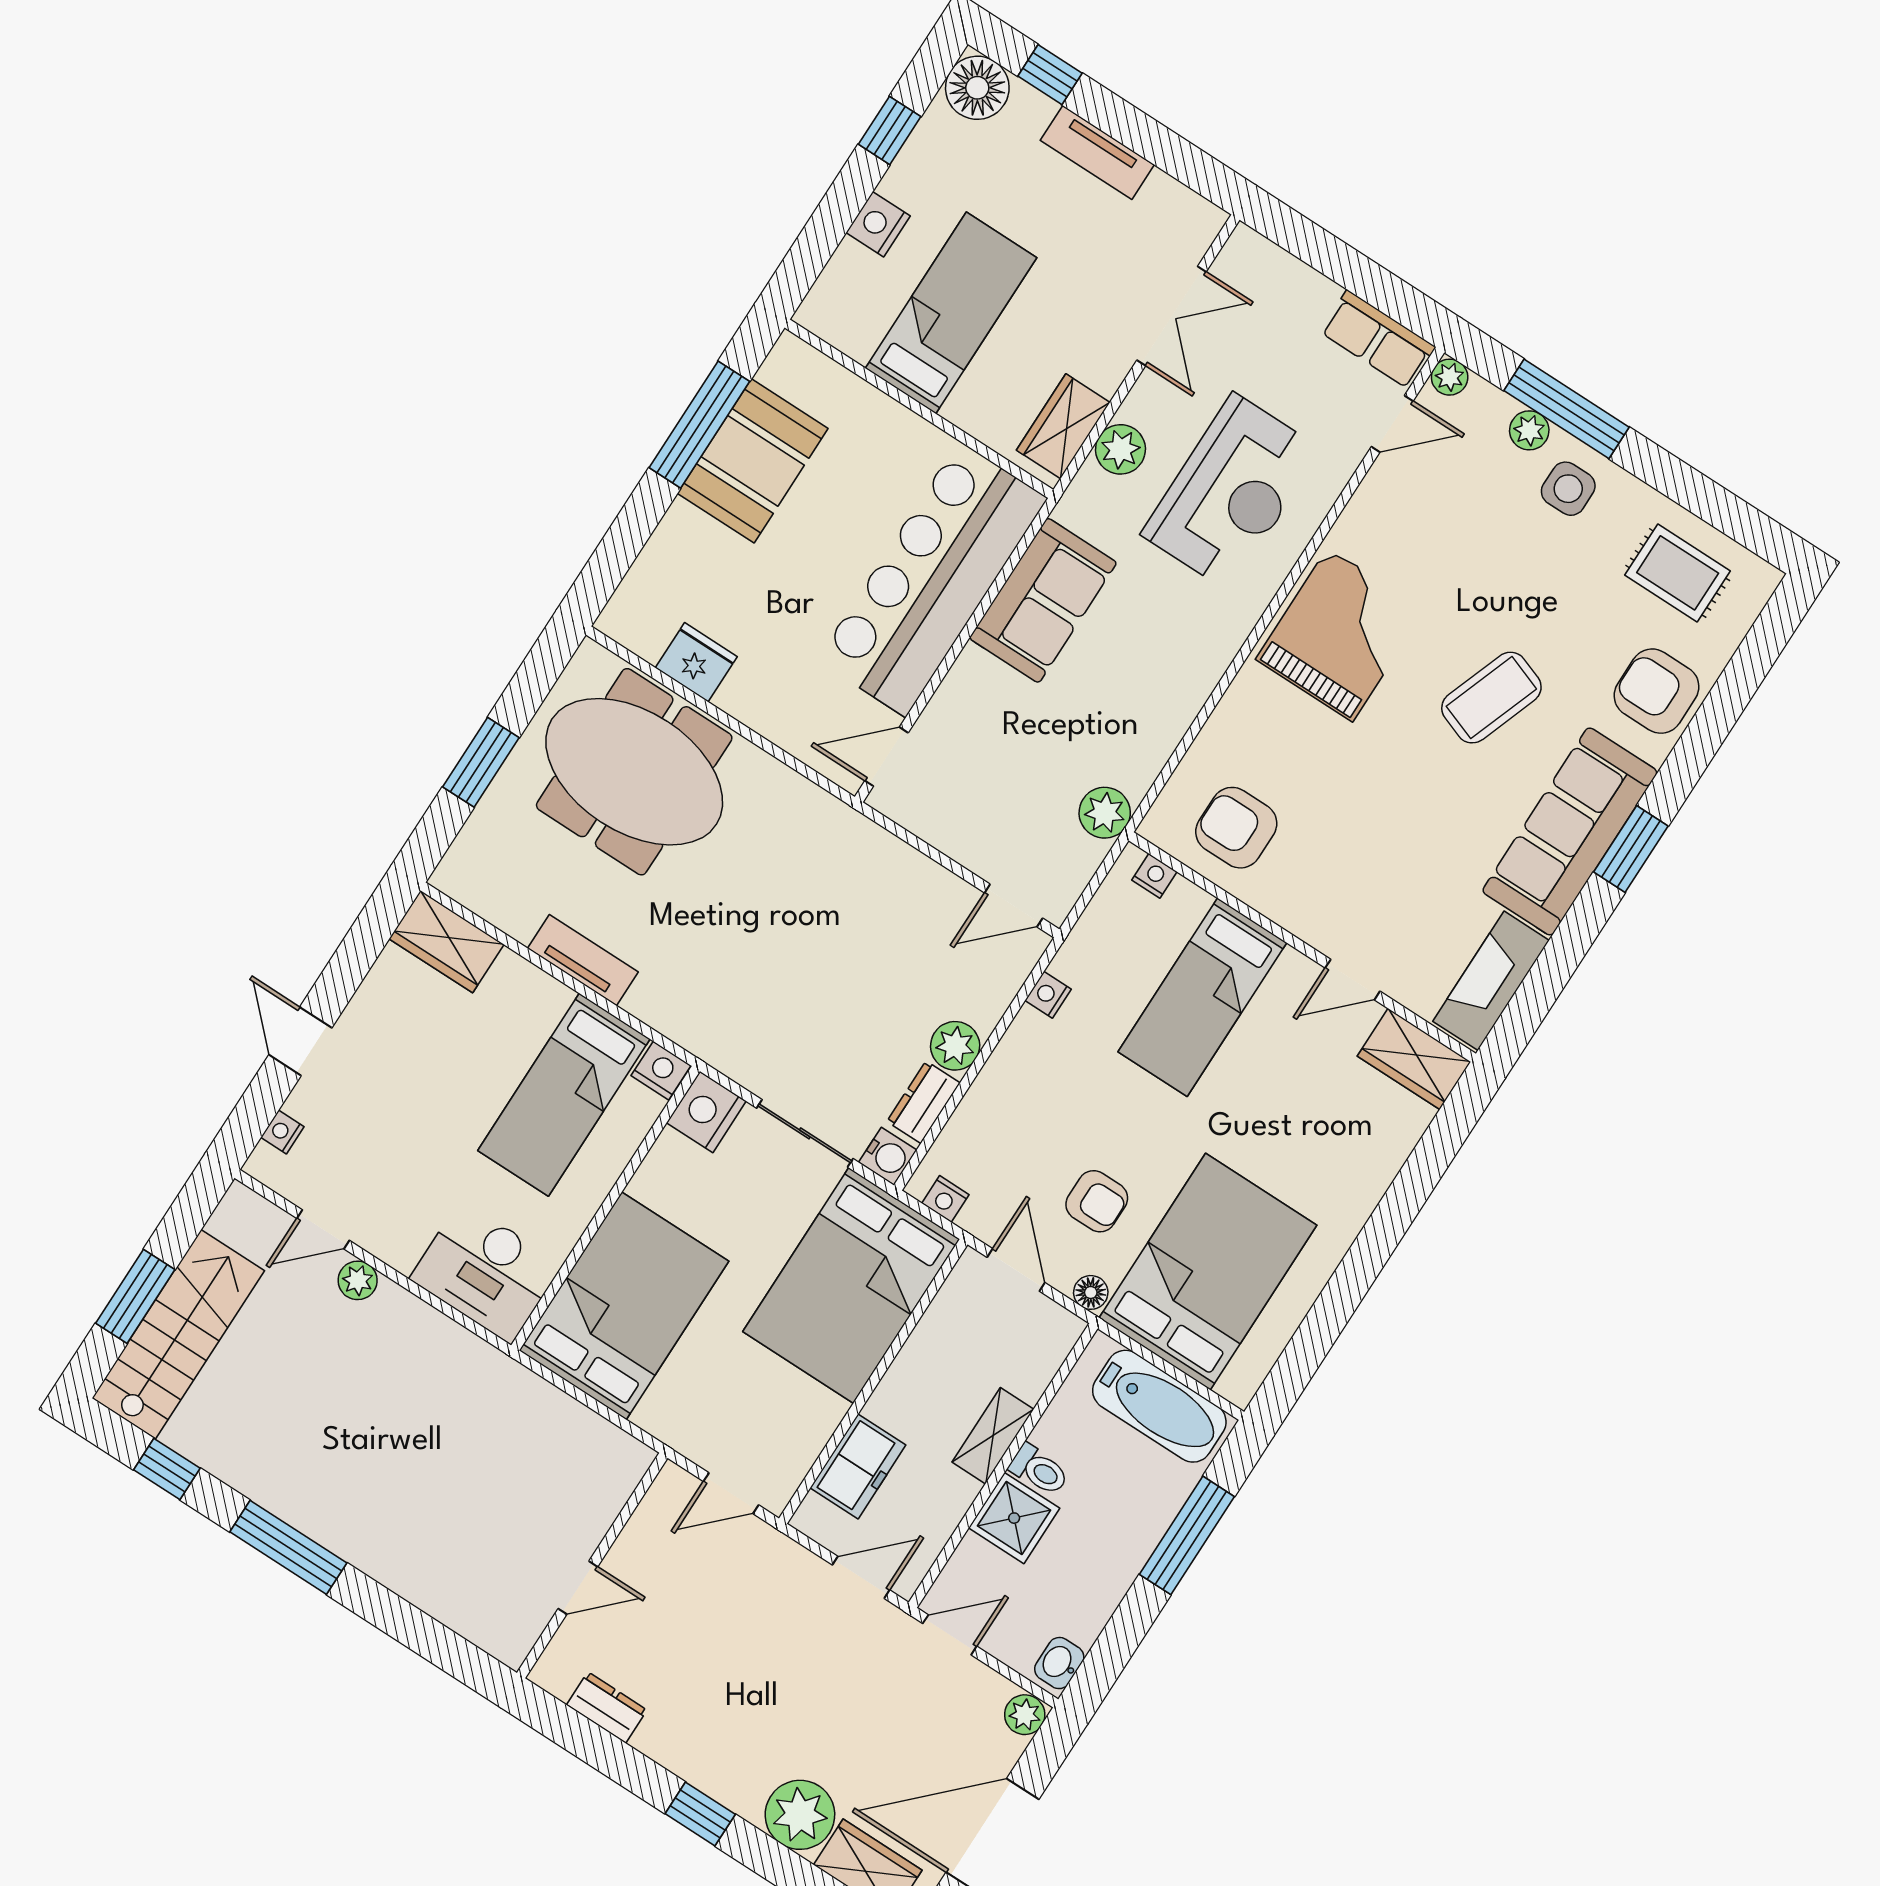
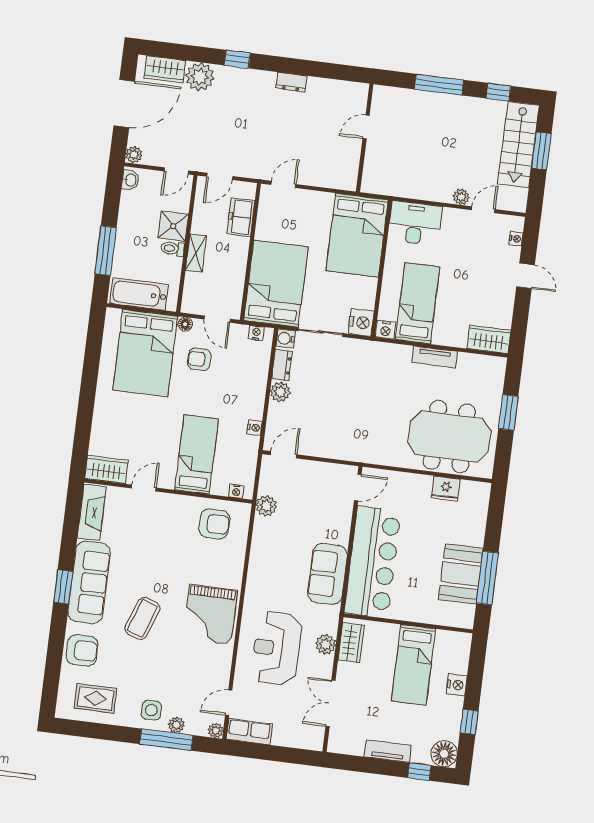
wall: (592, 1565) -> (365, 138), moved
door: (578, 1588) -> (366, 127), moved

